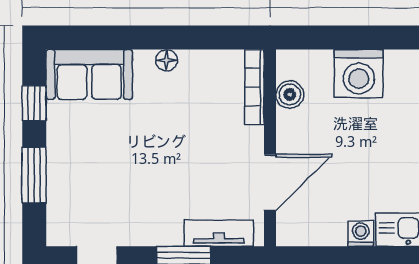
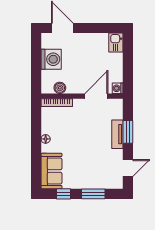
door: (270, 183) -> (96, 96), hinge flipped
tv unit: (219, 233) -> (117, 134), moved
washing machine: (361, 234) -> (118, 88), moved

